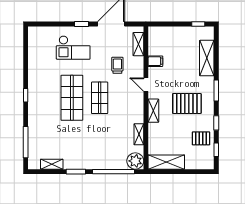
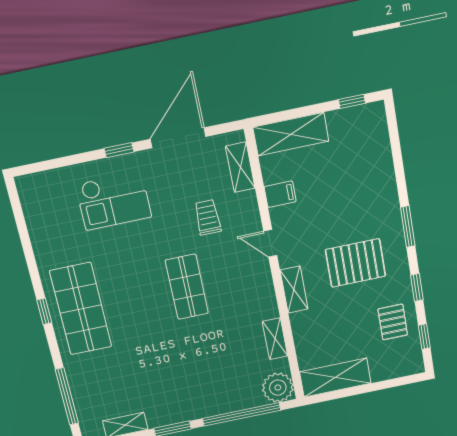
shelving: (207, 58) -> (291, 134), moved, turned 90
shop shelf: (72, 98) -> (81, 309), moved
pallet: (201, 138) -> (393, 322), turned 90

